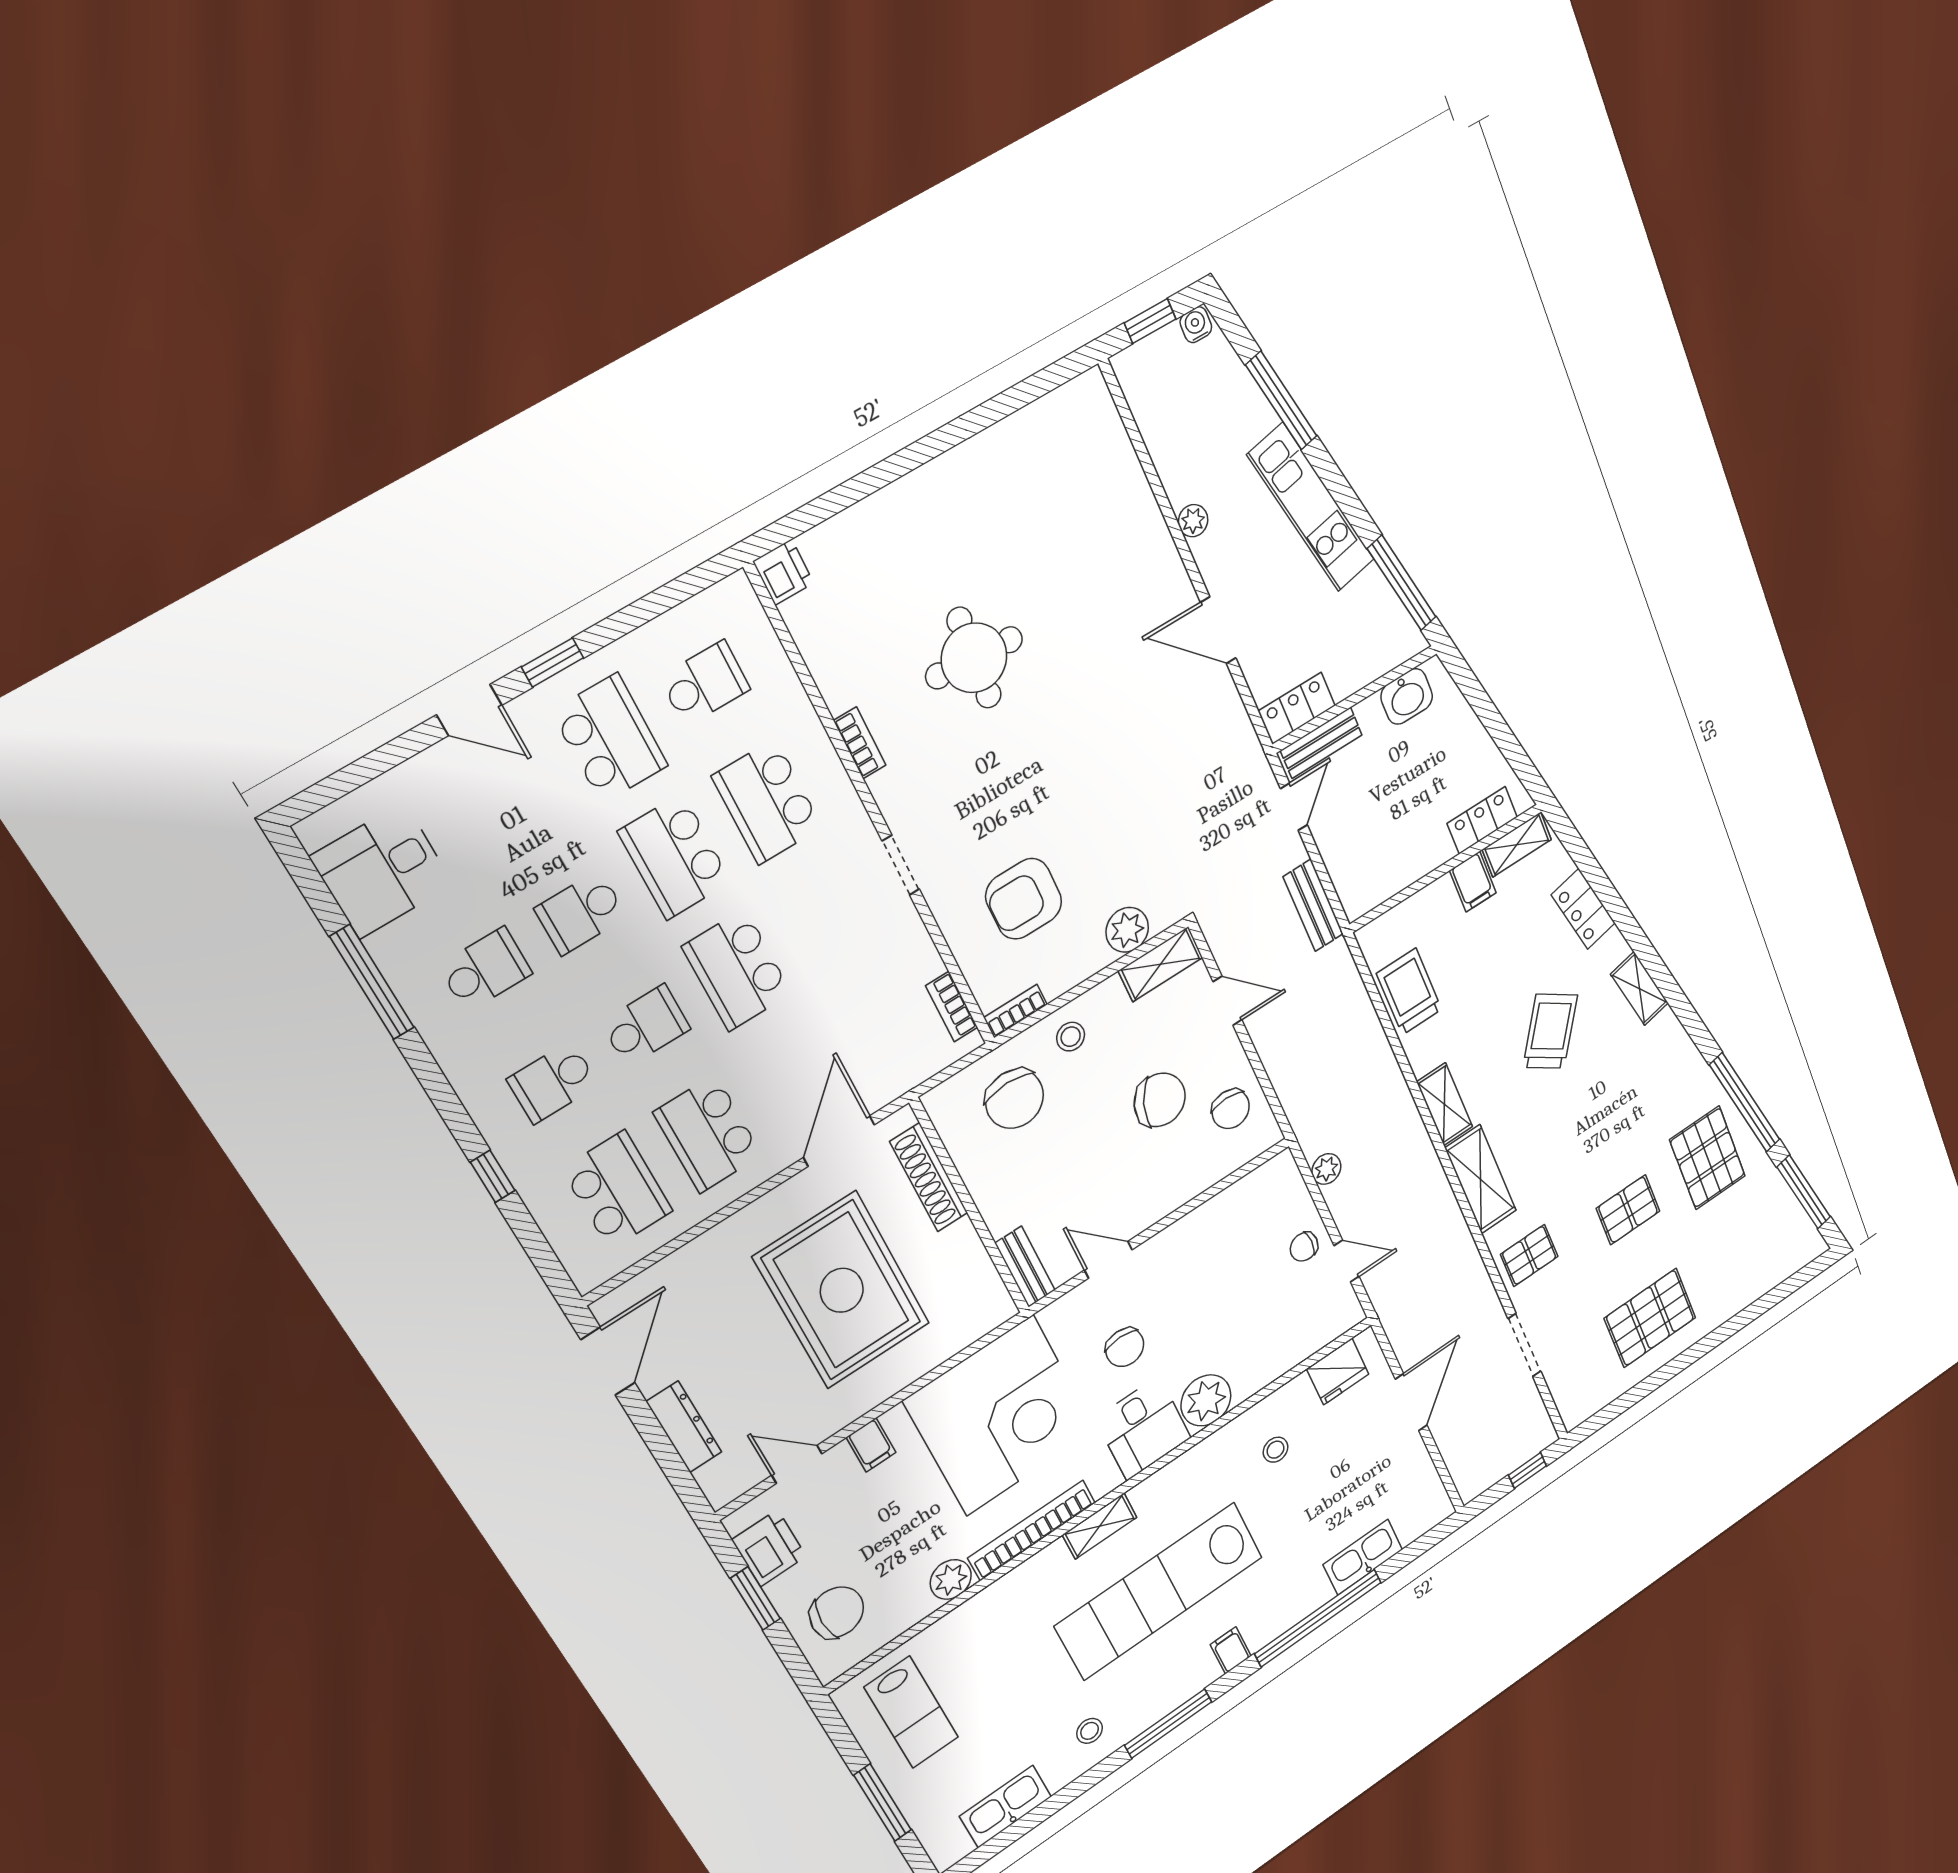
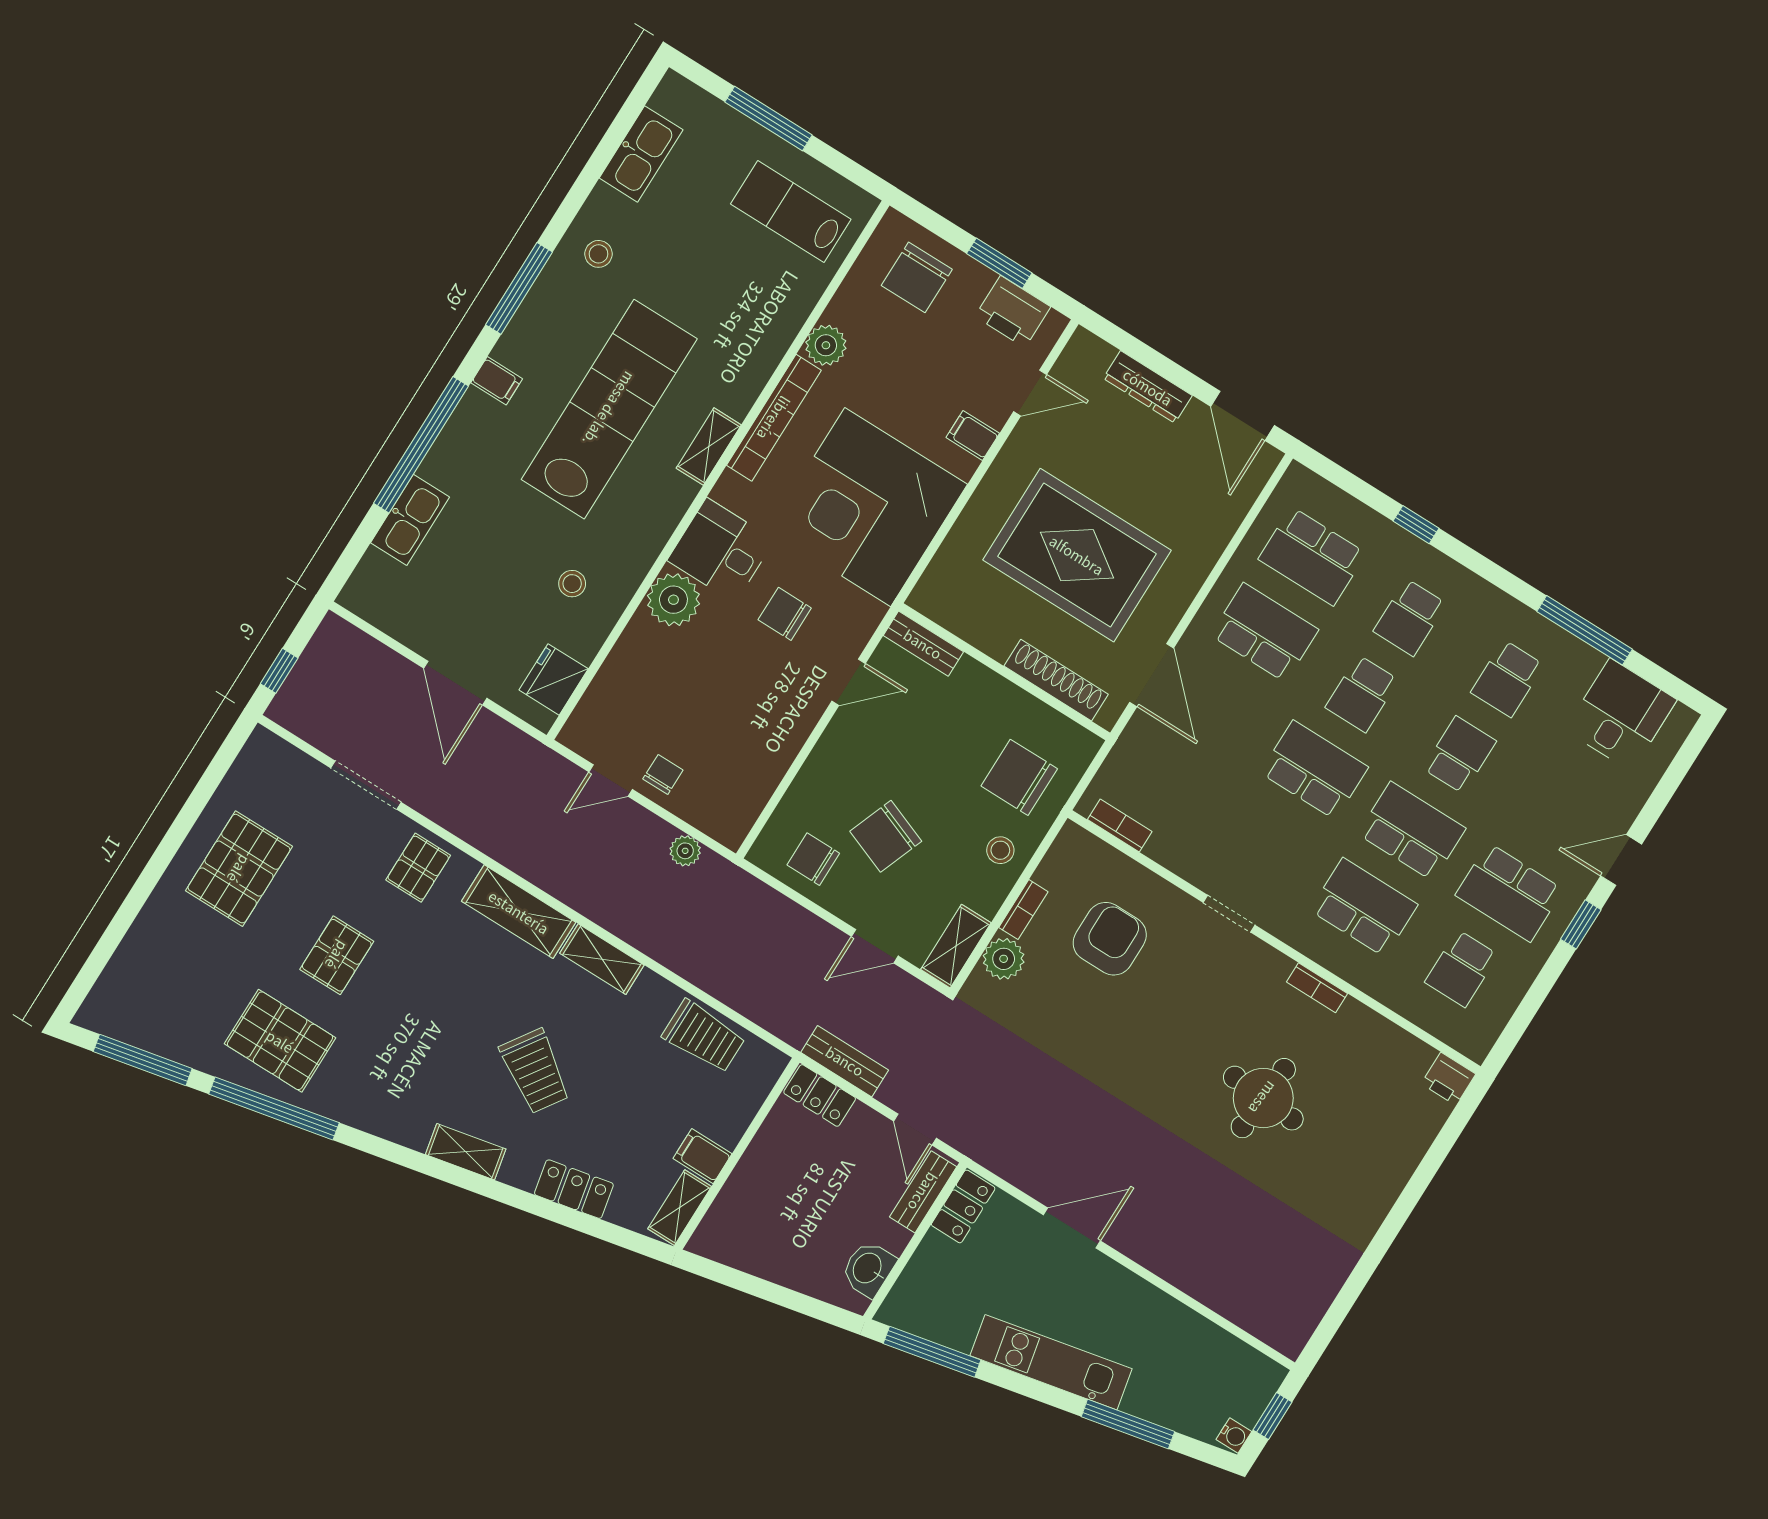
plant: (1193, 521) -> (1146, 1296), removed
locker: (1482, 820) -> (820, 1095), moved, turned 90
bookcase: (1016, 1011) -> (1023, 910), moved
school desk: (553, 1082) -> (1410, 617), turned 180

